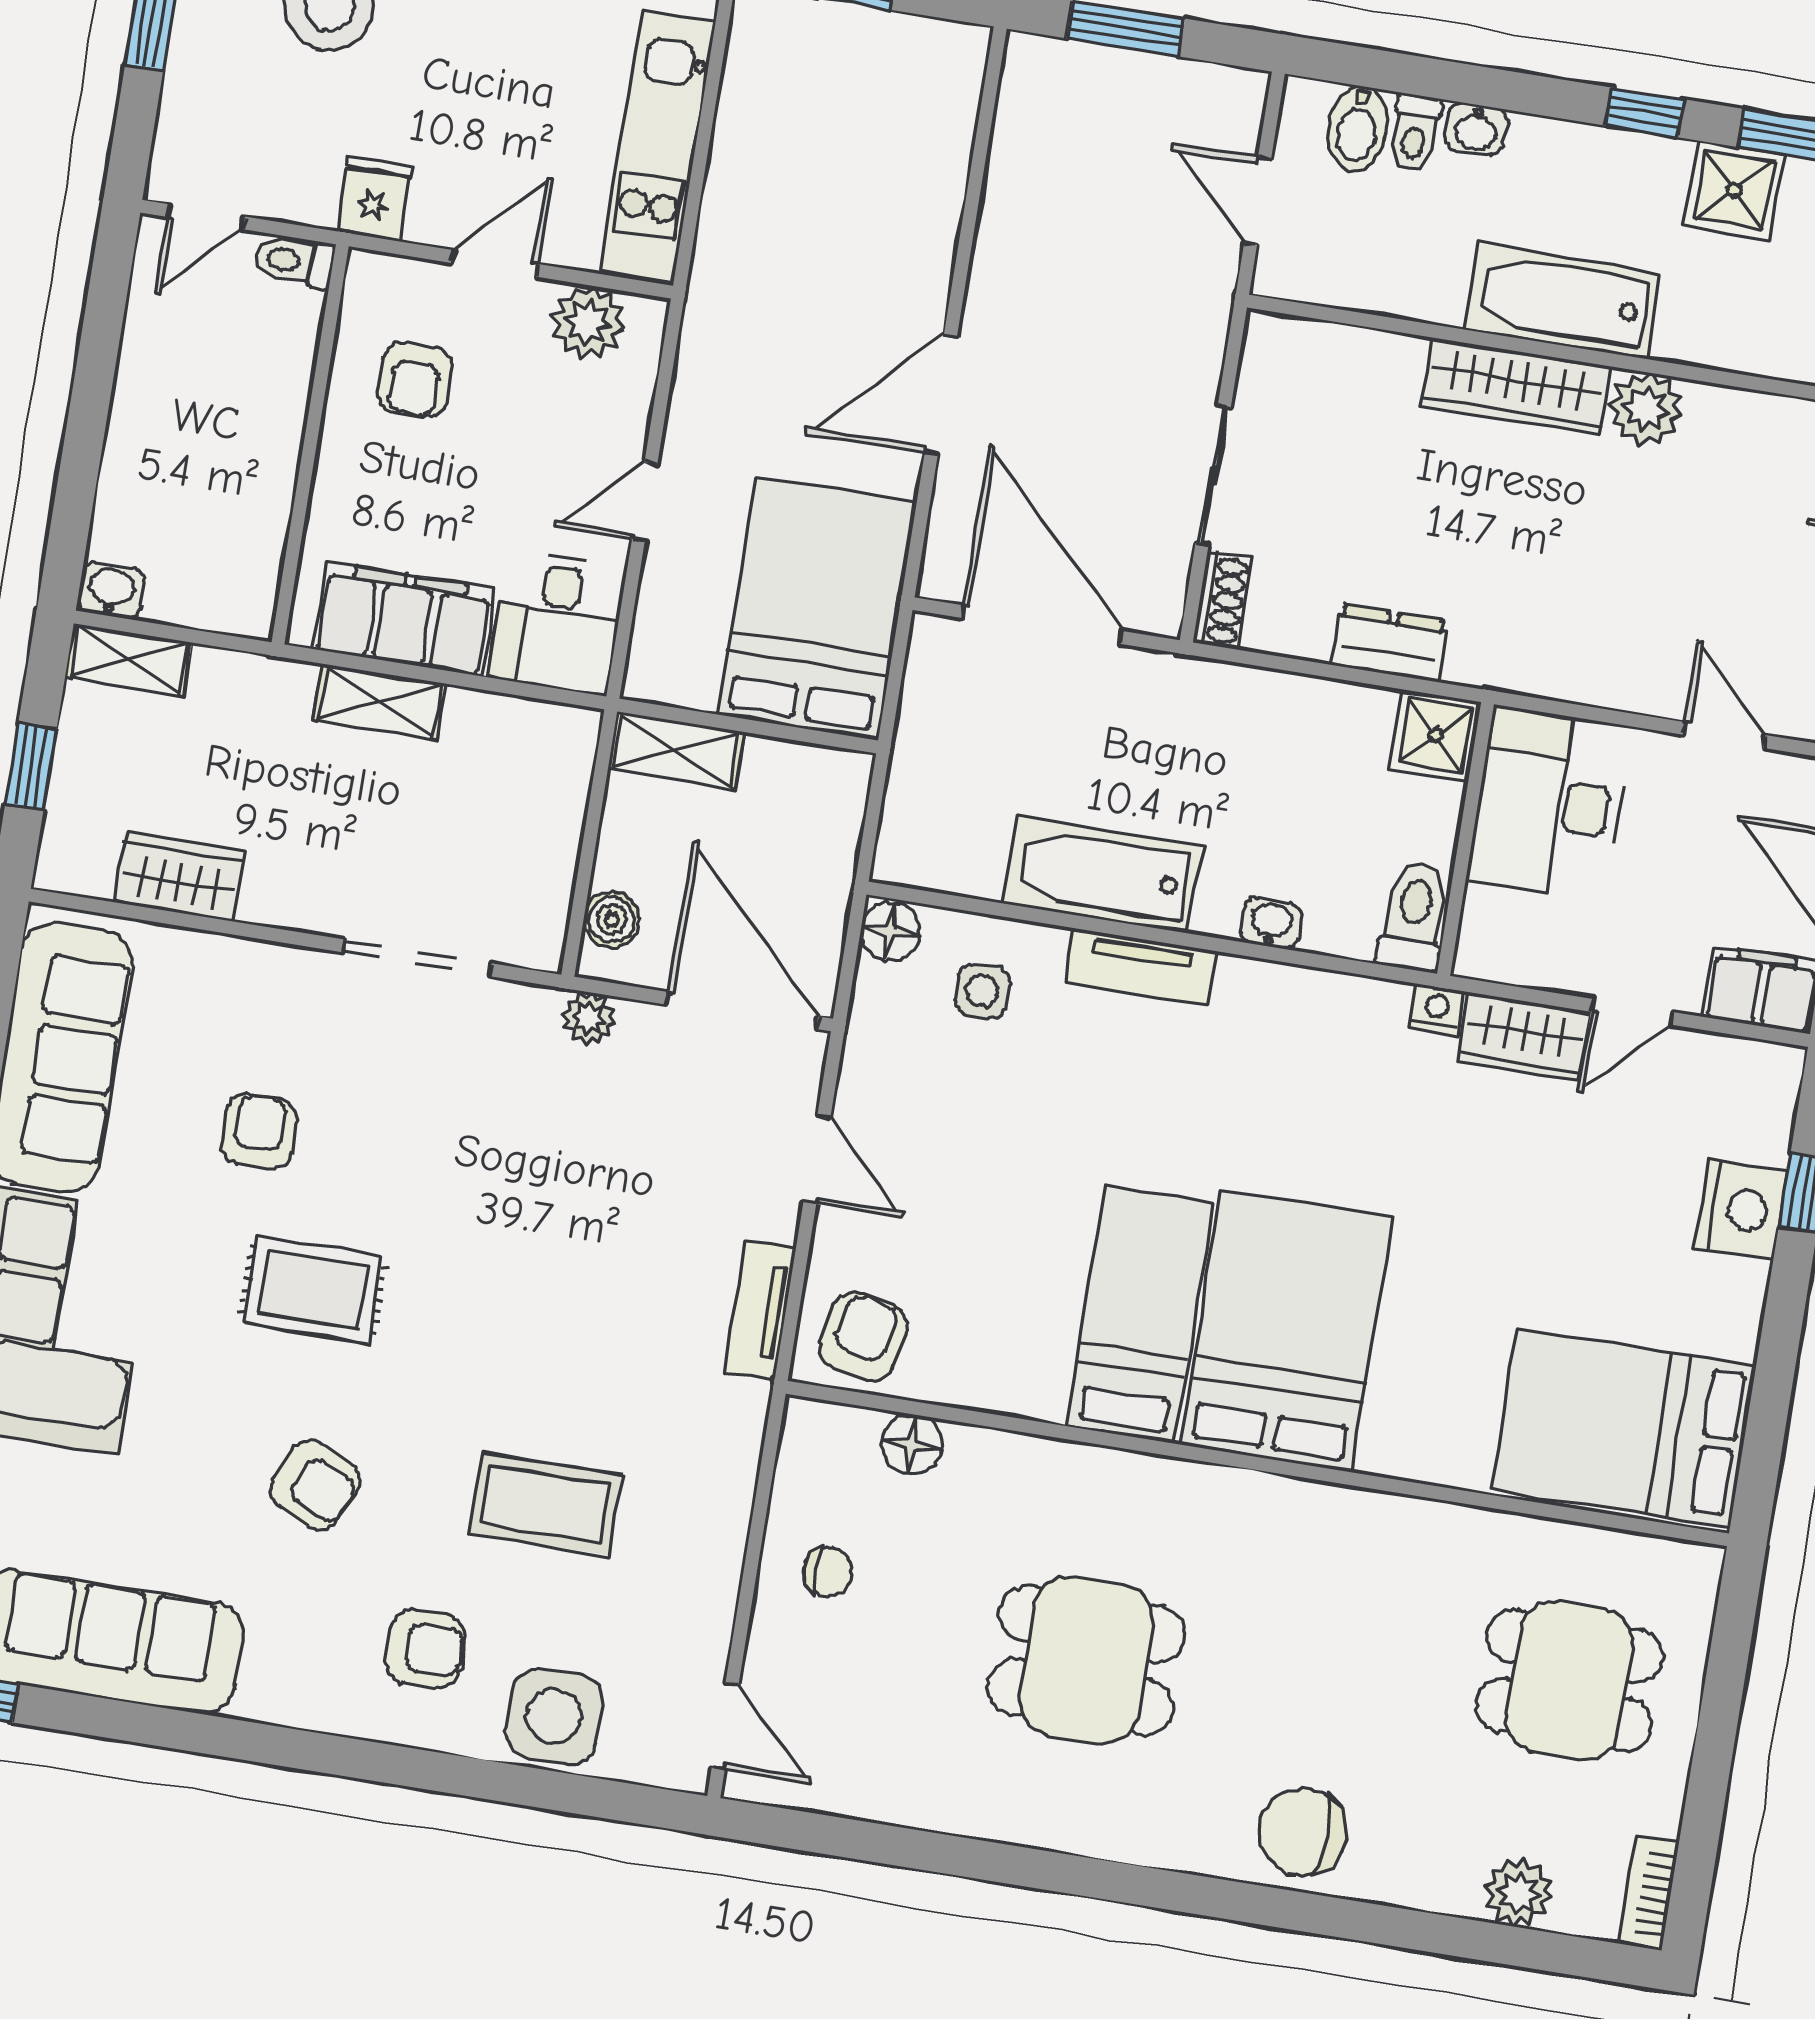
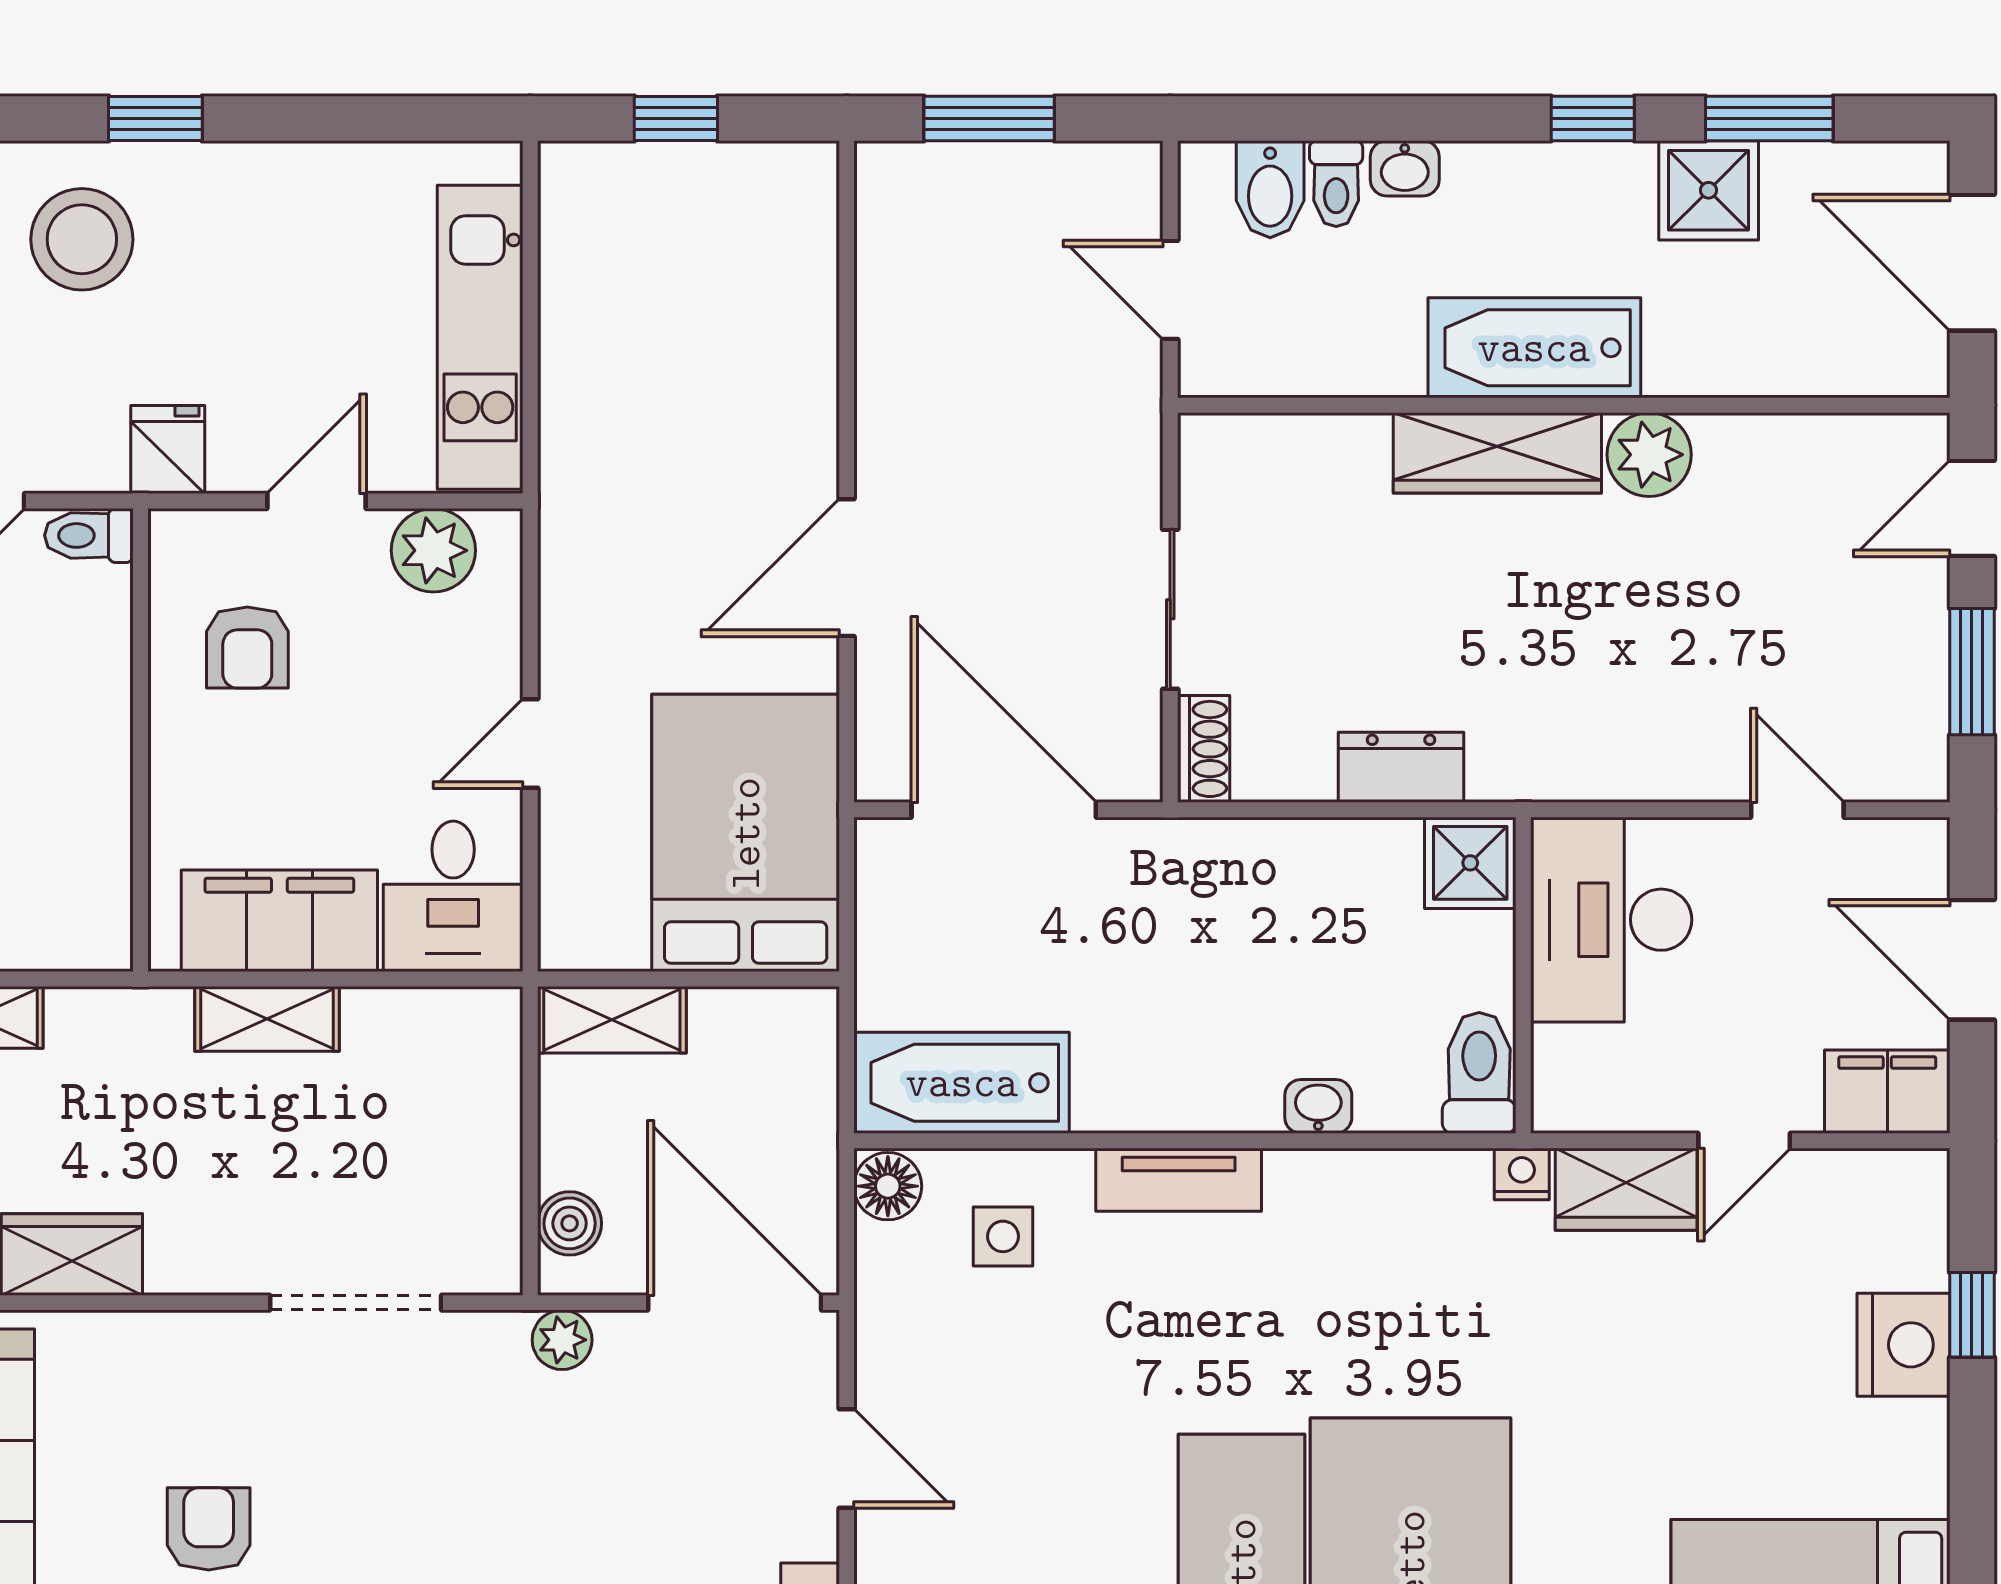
bathtub: (1102, 875) -> (962, 1083), moved

